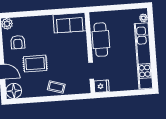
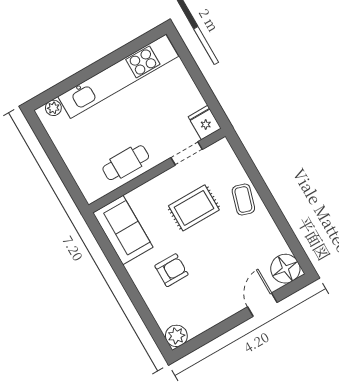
cafe table: (101, 40) -> (126, 163), width x0.73, depth x0.74
armchair: (18, 42) -> (171, 270), moved
rug: (35, 64) -> (194, 208), moved, turned 90

